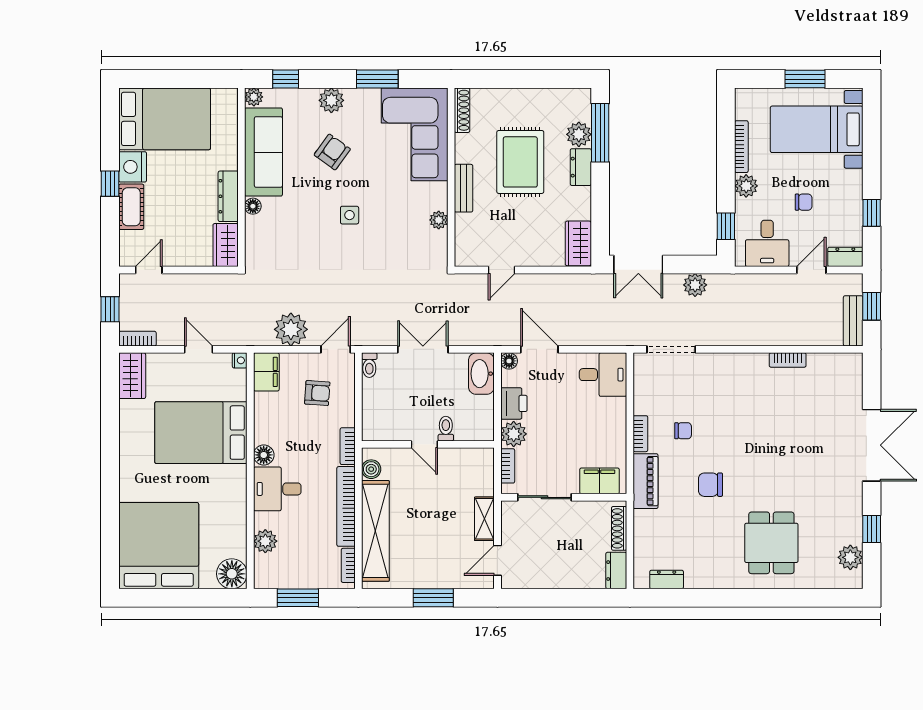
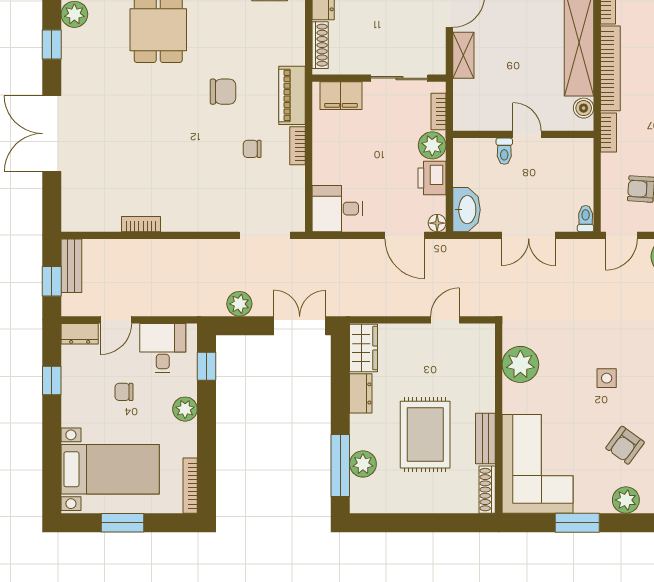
bookcase: (741, 147) -> (190, 486), moved
dresser: (581, 167) -> (361, 393), moved
bench: (464, 188) -> (485, 439), moved
plant: (439, 220) -> (520, 364), width x1.88, depth x1.88

